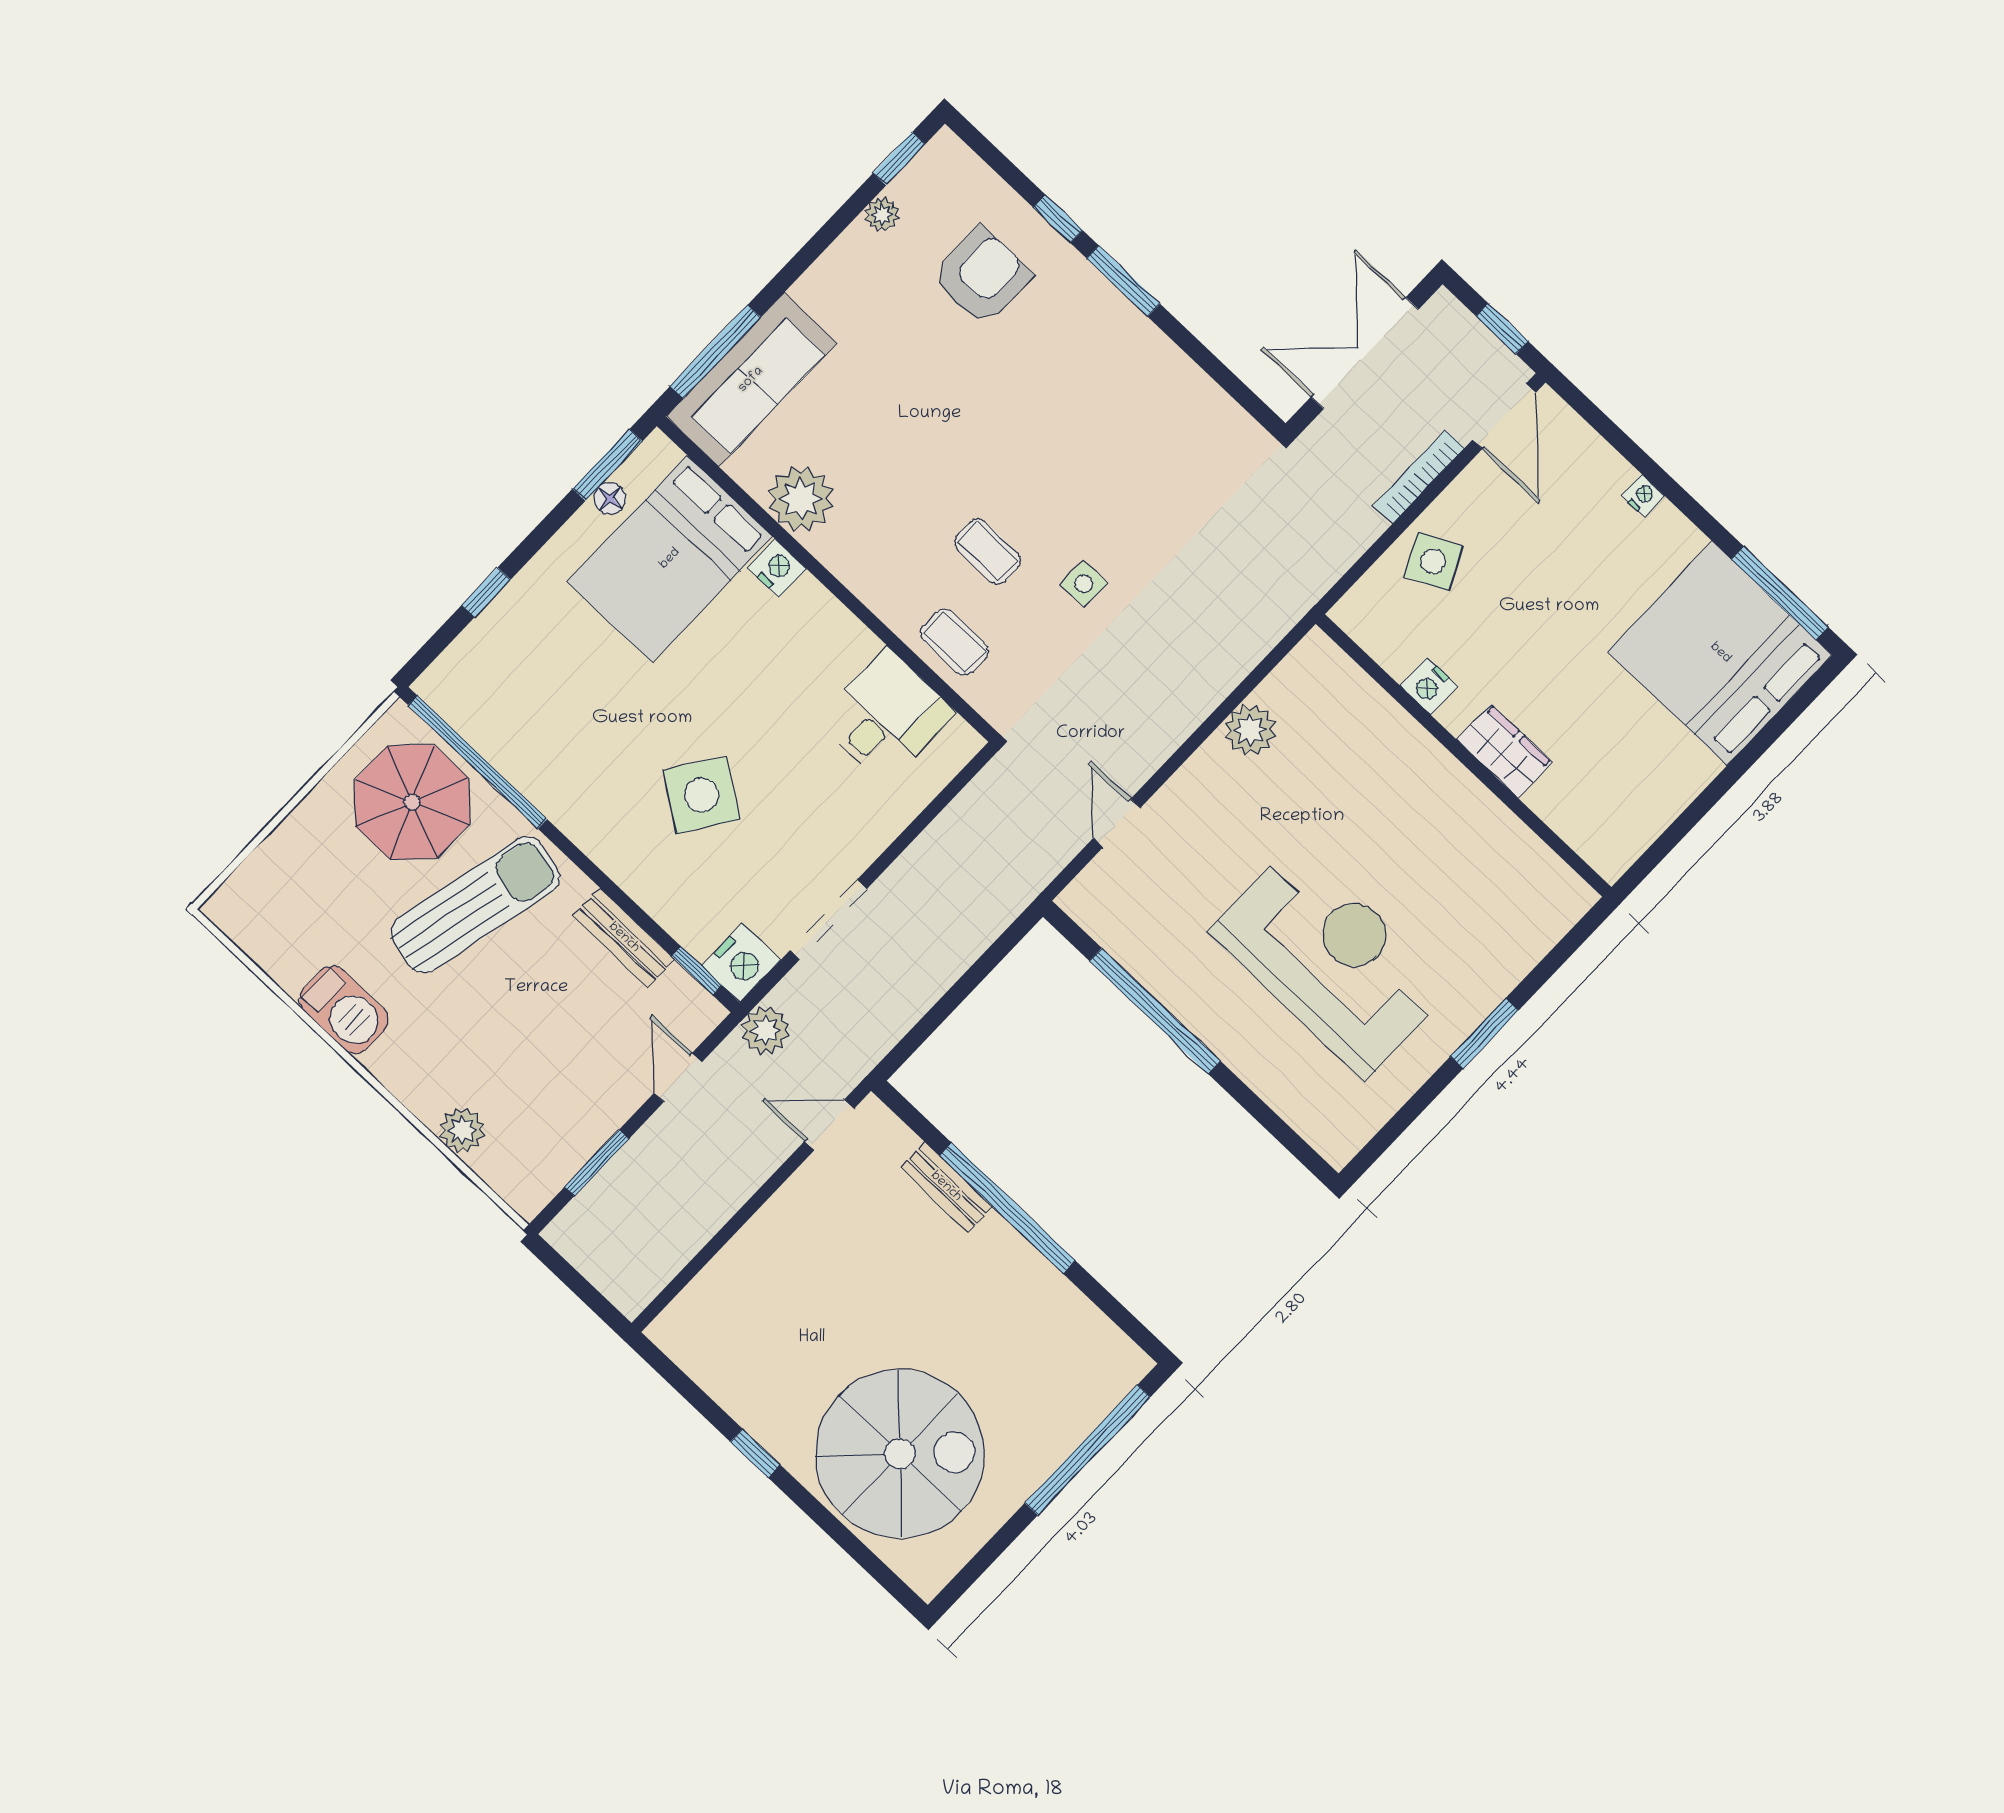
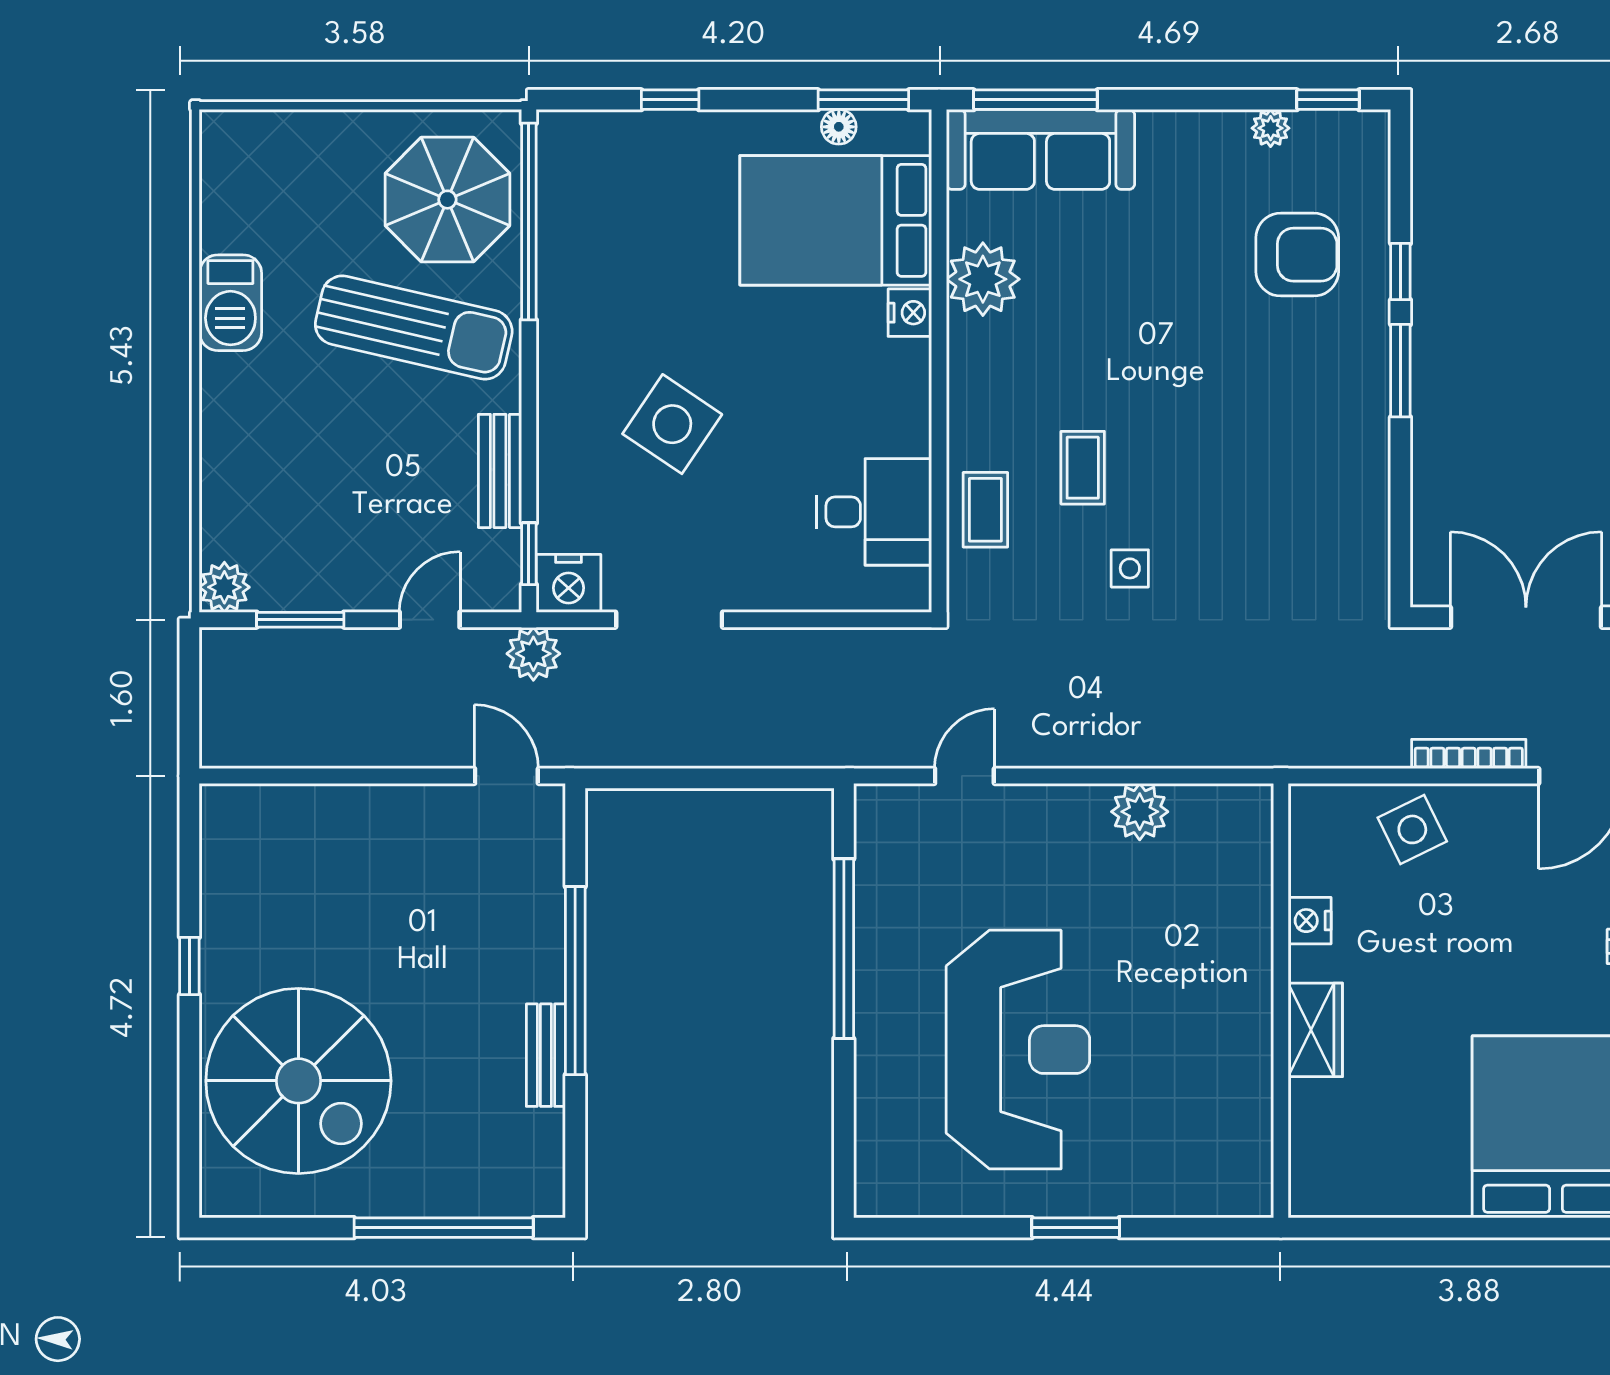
plant: (462, 1130) -> (224, 587), moved
bench: (946, 1187) -> (546, 1055), moved

